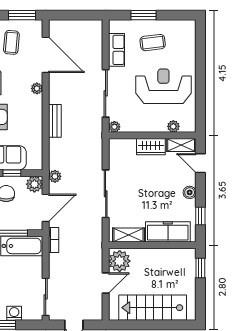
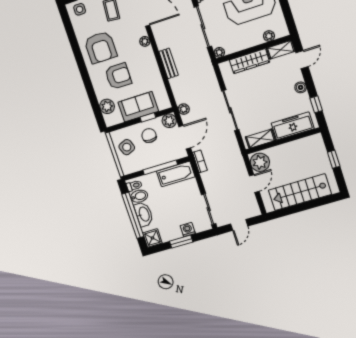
wardrobe: (151, 147) -> (249, 61), width x1.50
door: (200, 163) -> (302, 60), swing flipped
window: (200, 268) -> (334, 159), moved

